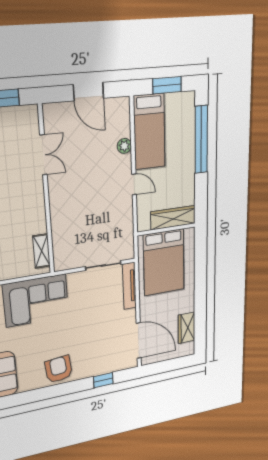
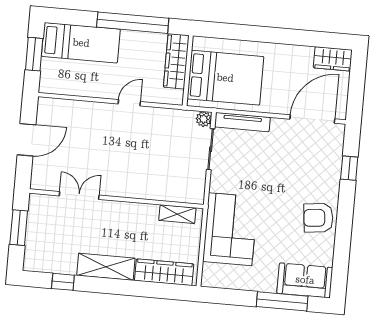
bed: (149, 132) -> (81, 43), moved
window: (201, 140) -> (133, 23), moved
plant: (124, 146) -> (204, 119), moved
wardrobe: (187, 328) -> (333, 59), moved

